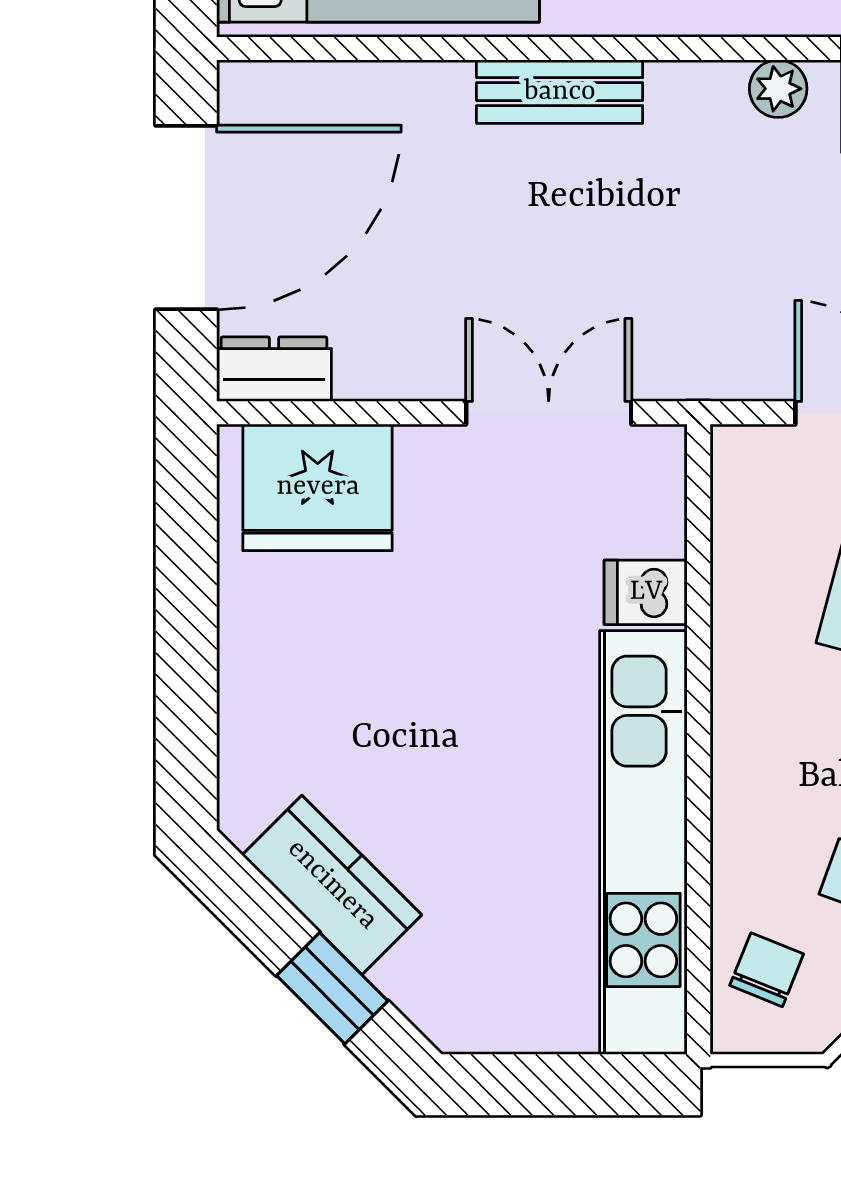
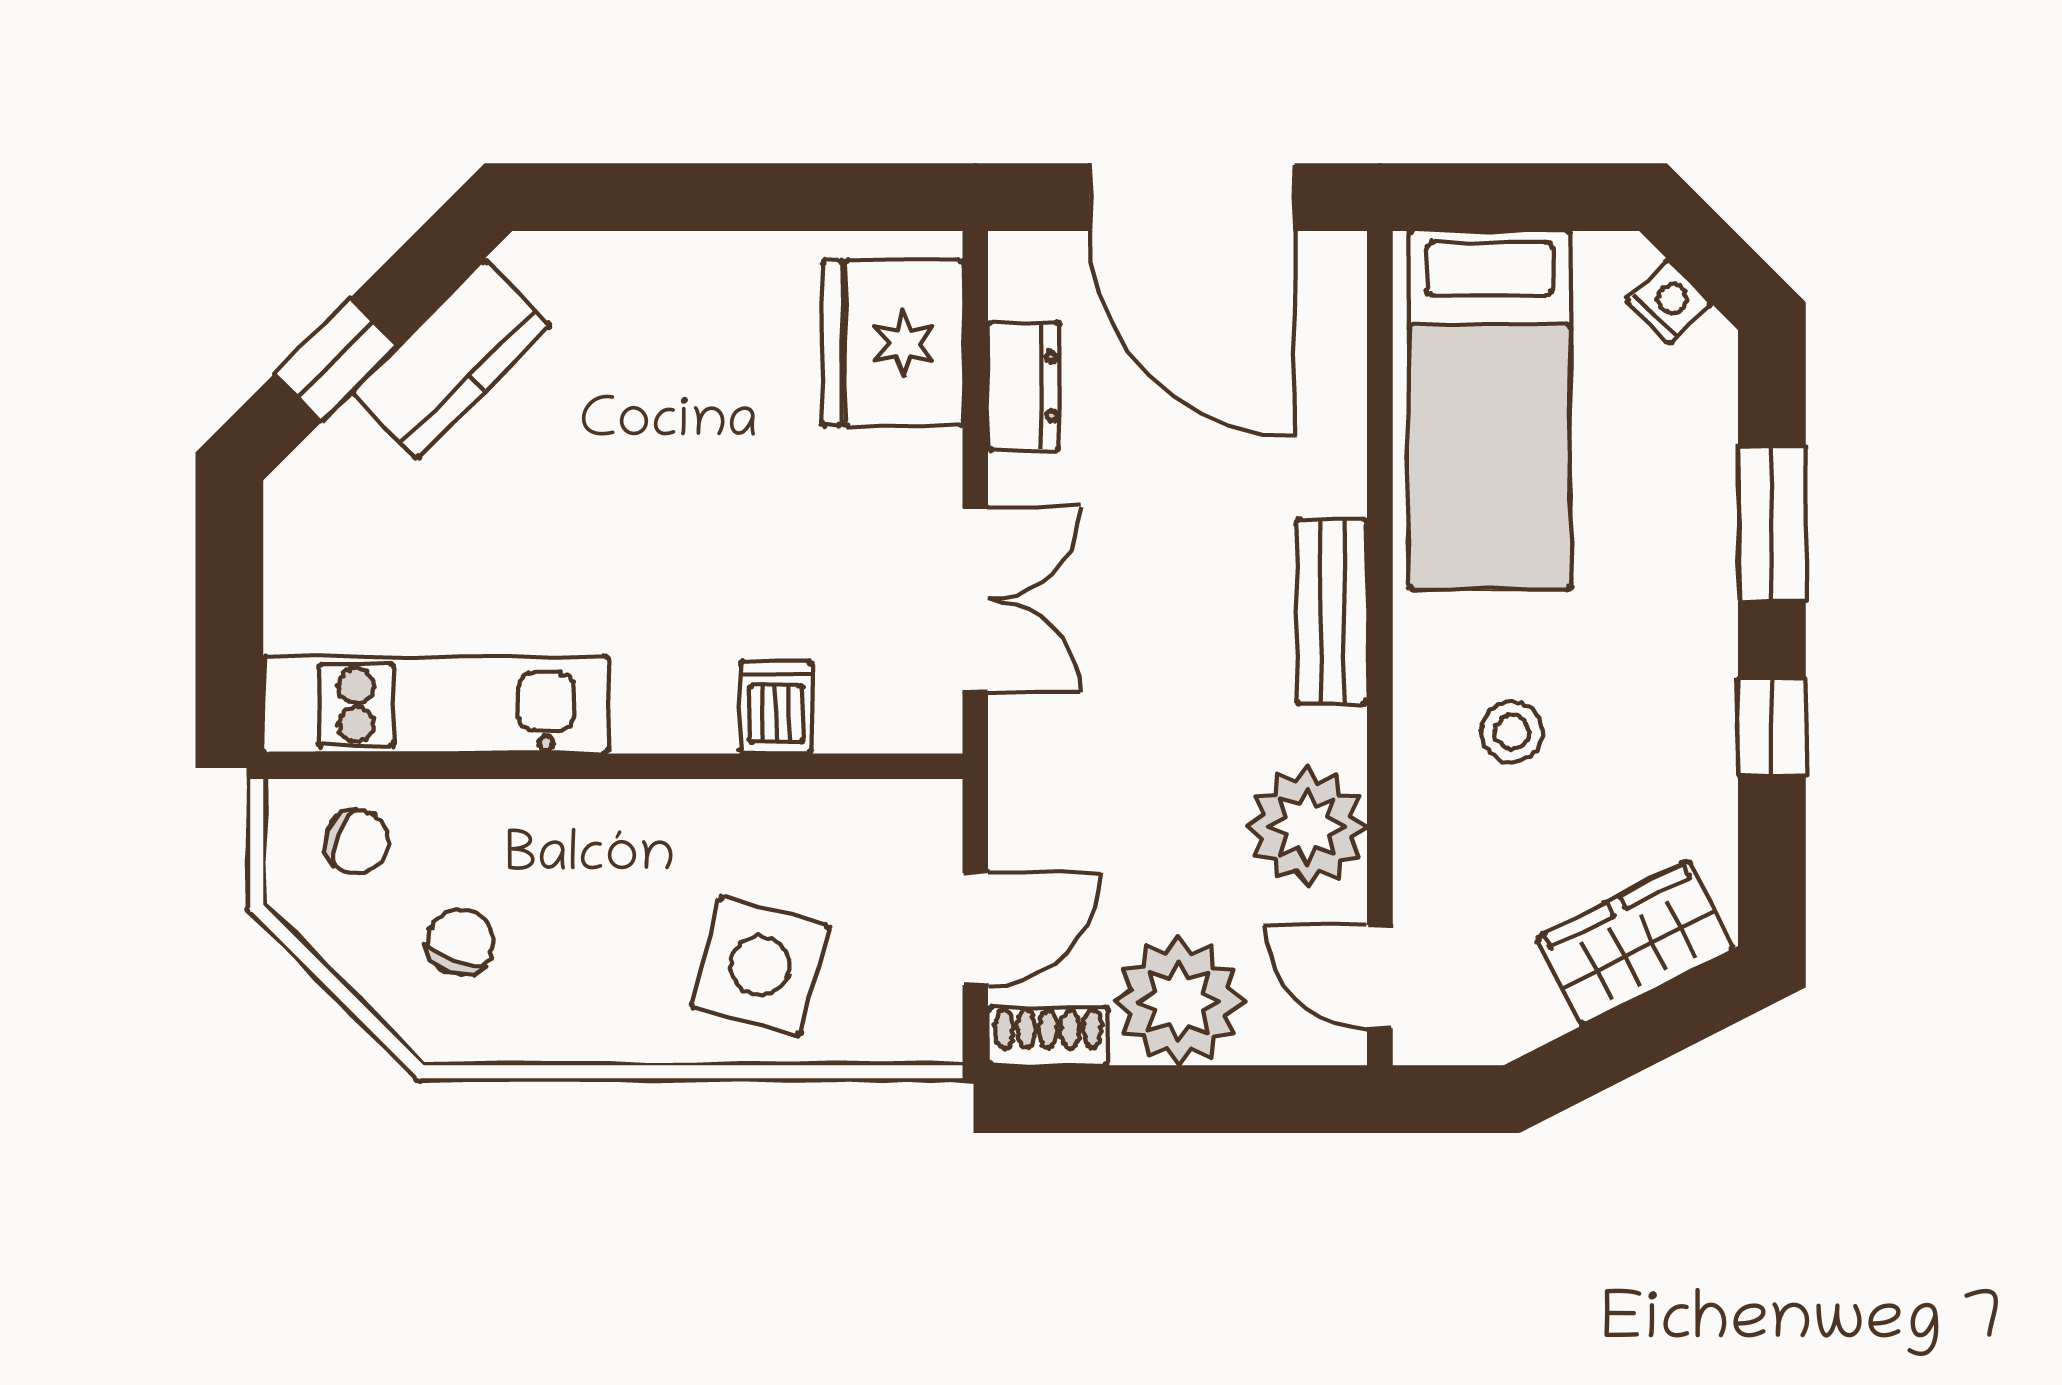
plant: (778, 89) -> (1307, 826), width x1.88, depth x1.88
dresser: (274, 369) -> (1024, 386), moved
kitchen unit: (643, 842) -> (436, 705), width x0.73

